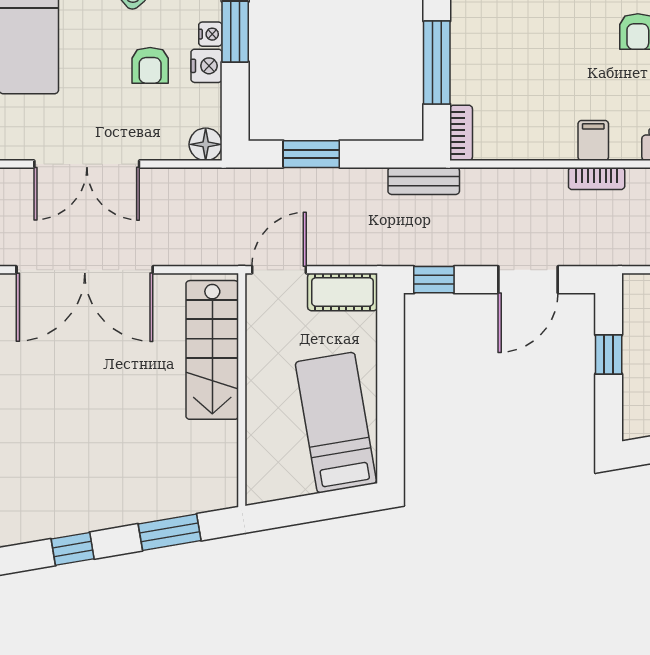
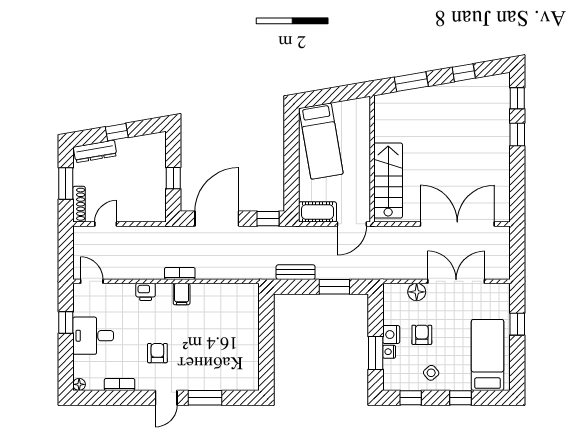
window: (437, 63) -> (266, 336), removed
bookcase: (461, 133) -> (253, 298), removed
floor lamp: (206, 144) -> (417, 292), moved
bench: (424, 181) -> (296, 272), moved
door: (528, 280) -> (217, 219), width x1.36

